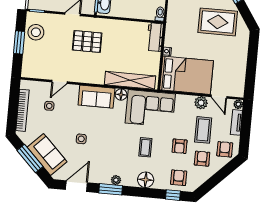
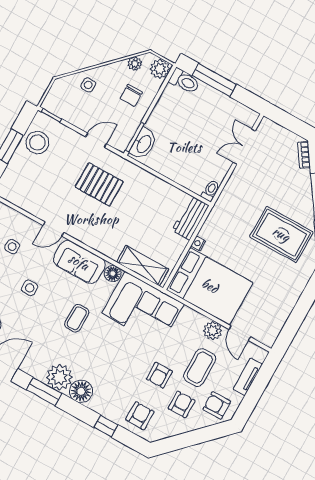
shelving: (130, 80) -> (143, 266), width x0.68
door: (59, 82) -> (53, 229), moved
plant: (238, 104) -> (261, 354), removed
side table: (81, 139) -> (30, 288), moved
coffee table: (145, 147) -> (77, 318), moved
armchair: (225, 149) -> (217, 405), turned -91
plant: (116, 180) -> (59, 377), width x1.88, depth x1.88
floor lamp: (146, 180) -> (81, 391), moved
window: (173, 195) -> (106, 426), moved

